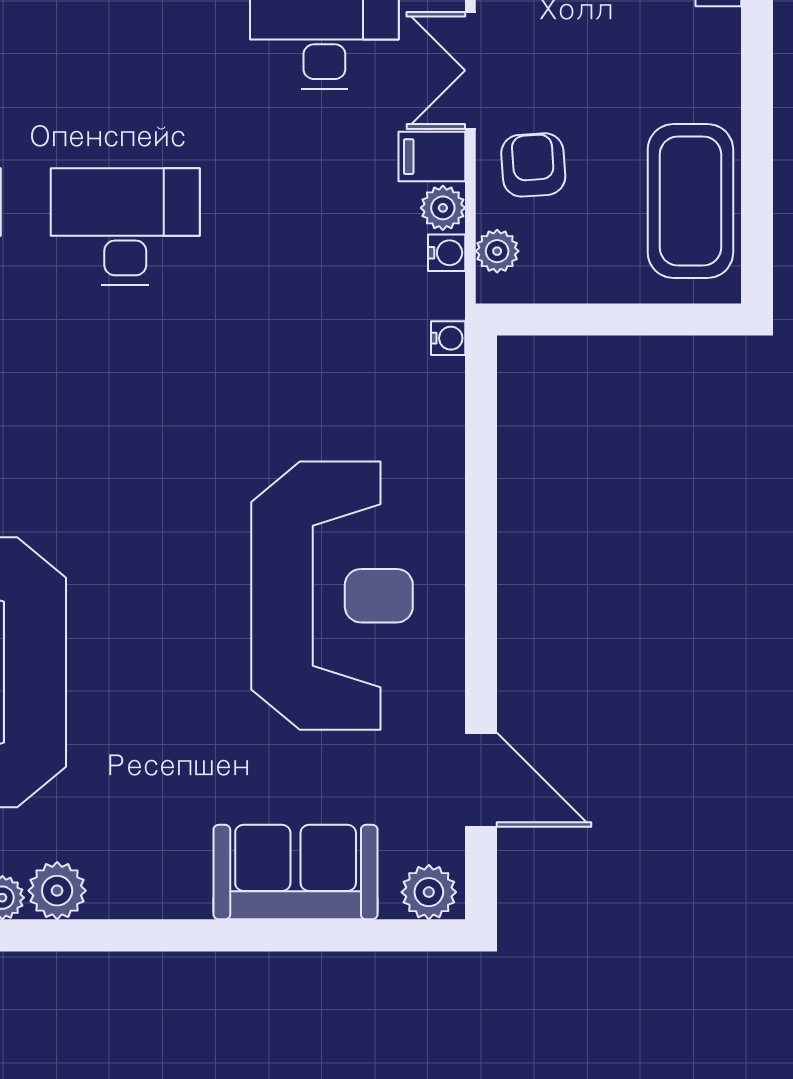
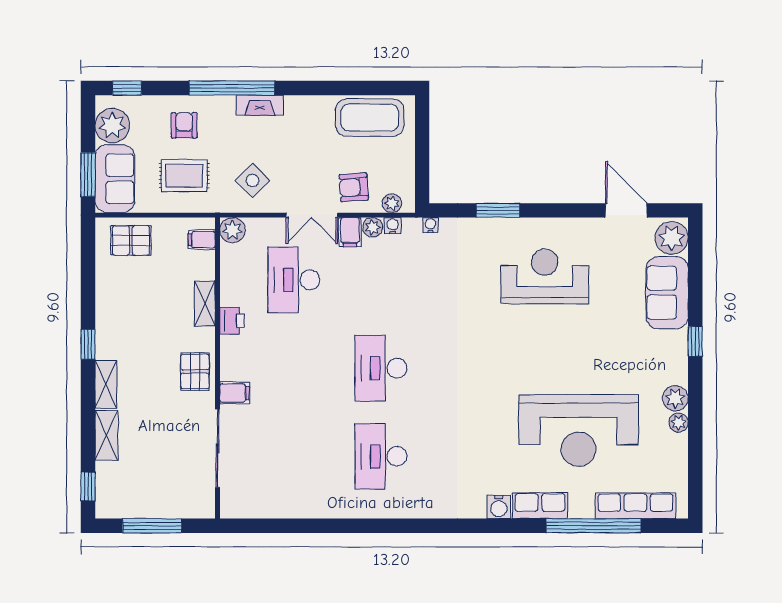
window: (481, 490) -> (498, 210), added
reception desk: (332, 596) -> (545, 276), width x0.74, depth x0.77
door: (481, 780) -> (626, 210), hinge flipped
plant: (429, 892) -> (672, 238), width x1.36, depth x1.36
window: (186, 935) -> (695, 341), added

